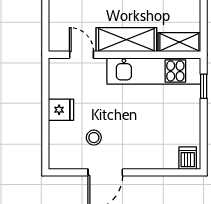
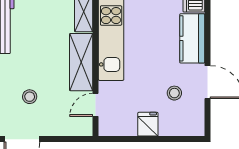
kitchen counter: (151, 156) -> (192, 38), added

